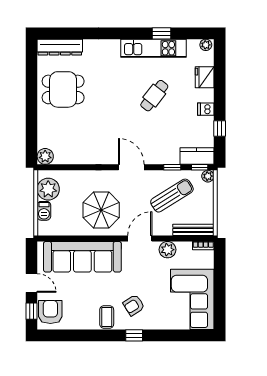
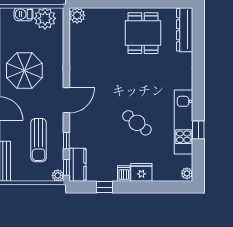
fridge: (205, 77) -> (141, 172), moved
sun lounger: (172, 196) -> (39, 140), turned 32

